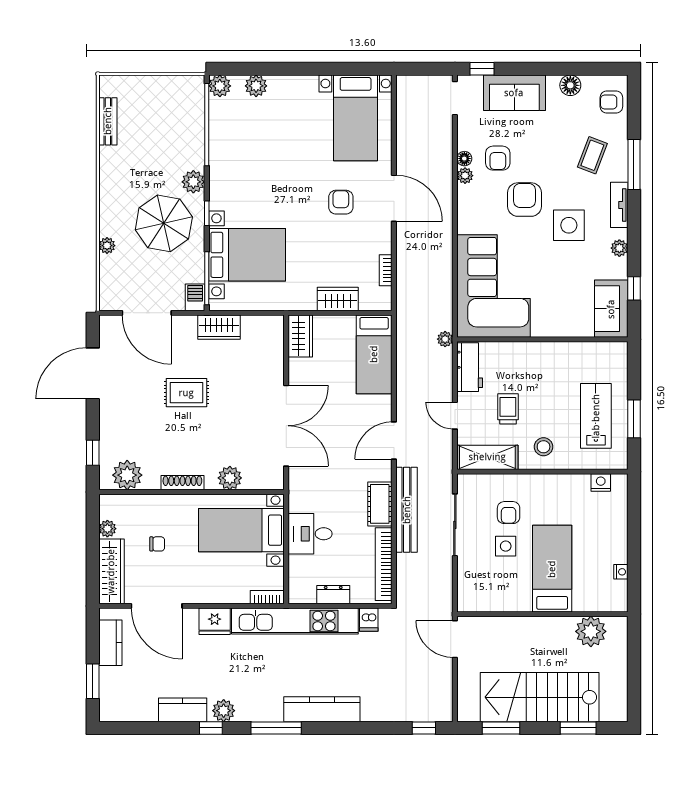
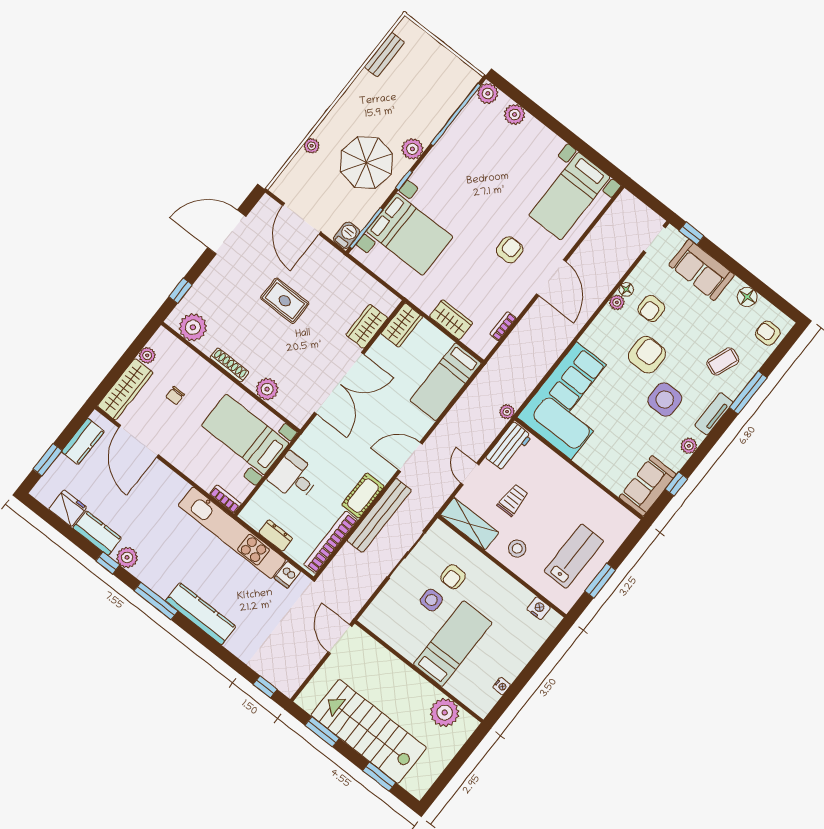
wardrobe: (219, 327) -> (367, 326), moved, turned 90
chair: (157, 544) -> (175, 396), turned 90
fridge: (215, 621) -> (68, 508), moved, turned 180

